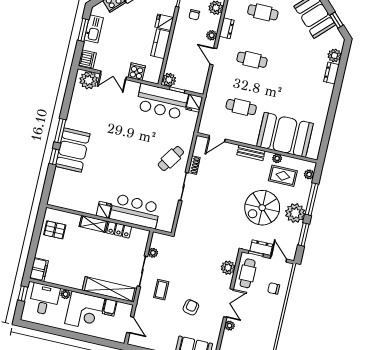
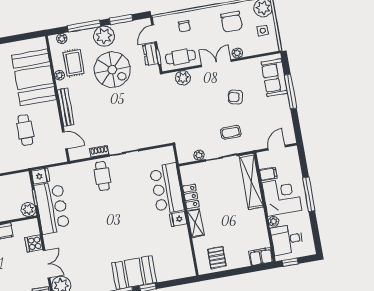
bench: (251, 153) -> (66, 107), width x1.36
cafe table: (171, 158) -> (102, 176), turned 57
chair: (260, 332) -> (231, 22), added
window: (76, 336) -> (309, 194), added

